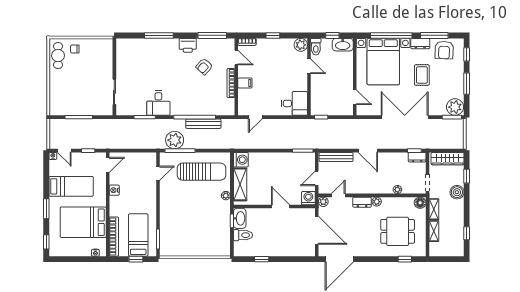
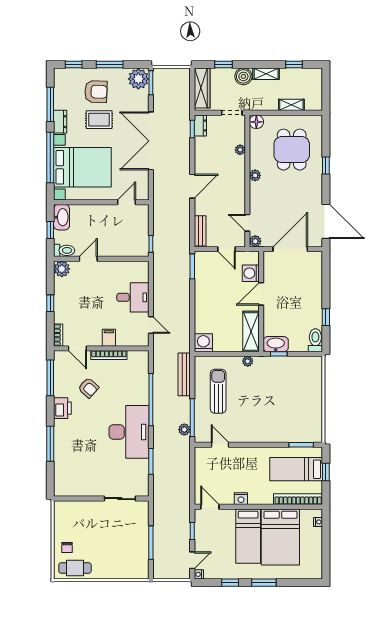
armchair: (444, 50) -> (96, 92), moved
door: (236, 57) -> (77, 348), swing flipped
desk: (158, 103) -> (129, 432), width x1.87, depth x1.30
desk: (294, 103) -> (133, 297), moved, turned 90
bench: (203, 124) -> (184, 374), moved
plant: (175, 140) -> (184, 430), width x0.53, depth x0.53
bench: (336, 157) -> (200, 231), width x0.73
sun lounger: (201, 172) -> (218, 391), width x0.73, depth x0.75
shelving: (240, 184) -> (251, 331), moved, turned 90
bed: (71, 186) -> (248, 536), moved, turned 180
washing machine: (308, 198) -> (251, 273), moved
dresser: (362, 202) -> (256, 193), removed
shelving: (434, 209) -> (266, 74), moved
toilet: (243, 235) -> (315, 340), moved
window: (46, 242) -> (230, 583), moved
window: (405, 259) -> (326, 166), moved

